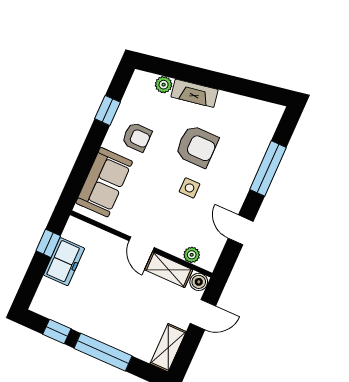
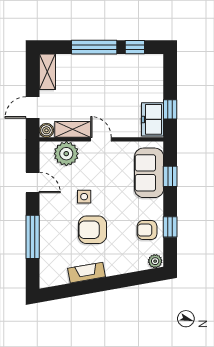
plant: (164, 85) -> (155, 261), moved
fireplace: (195, 93) -> (87, 273), moved
armchair: (137, 137) -> (147, 230), moved
window: (82, 167) -> (170, 176), added
plant: (192, 255) -> (66, 154), width x1.87, depth x1.87
freezer: (64, 262) -> (153, 119), moved

